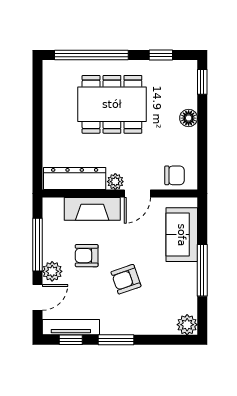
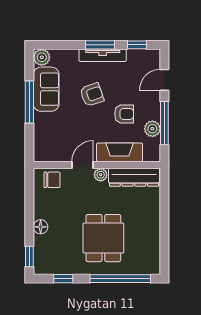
dining table: (112, 104) -> (103, 238), width x0.73
chair: (175, 175) -> (52, 180), turned 180
sofa: (182, 235) -> (46, 89), moved
plant: (52, 271) -> (152, 129), moved
tv unit: (71, 327) -> (103, 55), moved

